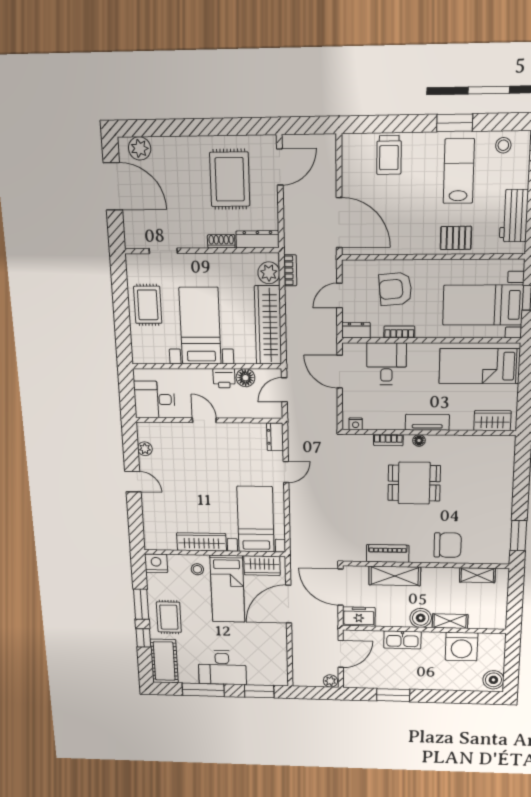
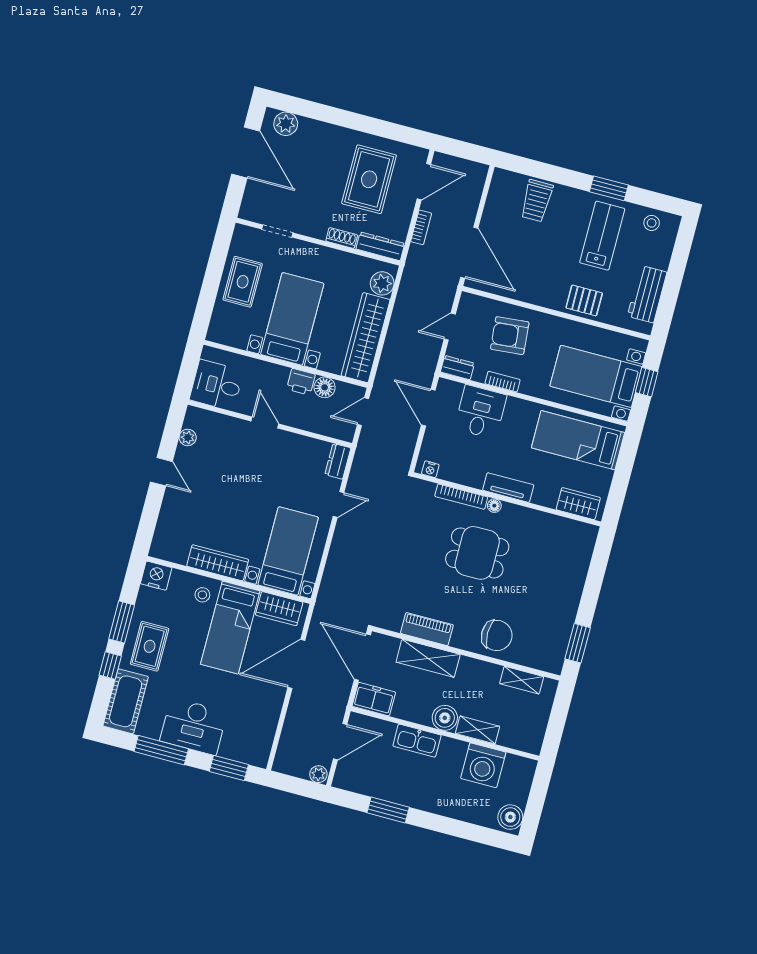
bookcase: (290, 270) -> (421, 227), moved
bookcase: (388, 440) -> (461, 497), width x1.56

